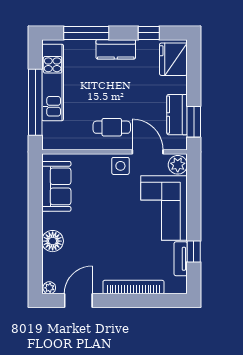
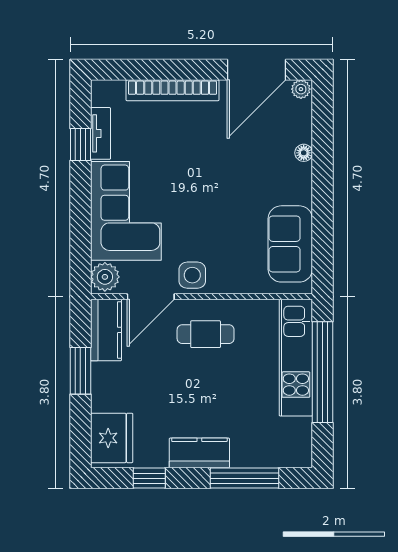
kitchen unit: (53, 82) -> (296, 358), moved
kitchen counter: (177, 115) -> (106, 330), moved
window: (194, 122) -> (80, 371), moved
door: (148, 152) -> (151, 297), hinge flipped
floor lamp: (53, 241) -> (304, 153), width x0.53, depth x0.53
door: (78, 301) -> (256, 70), width x1.36

